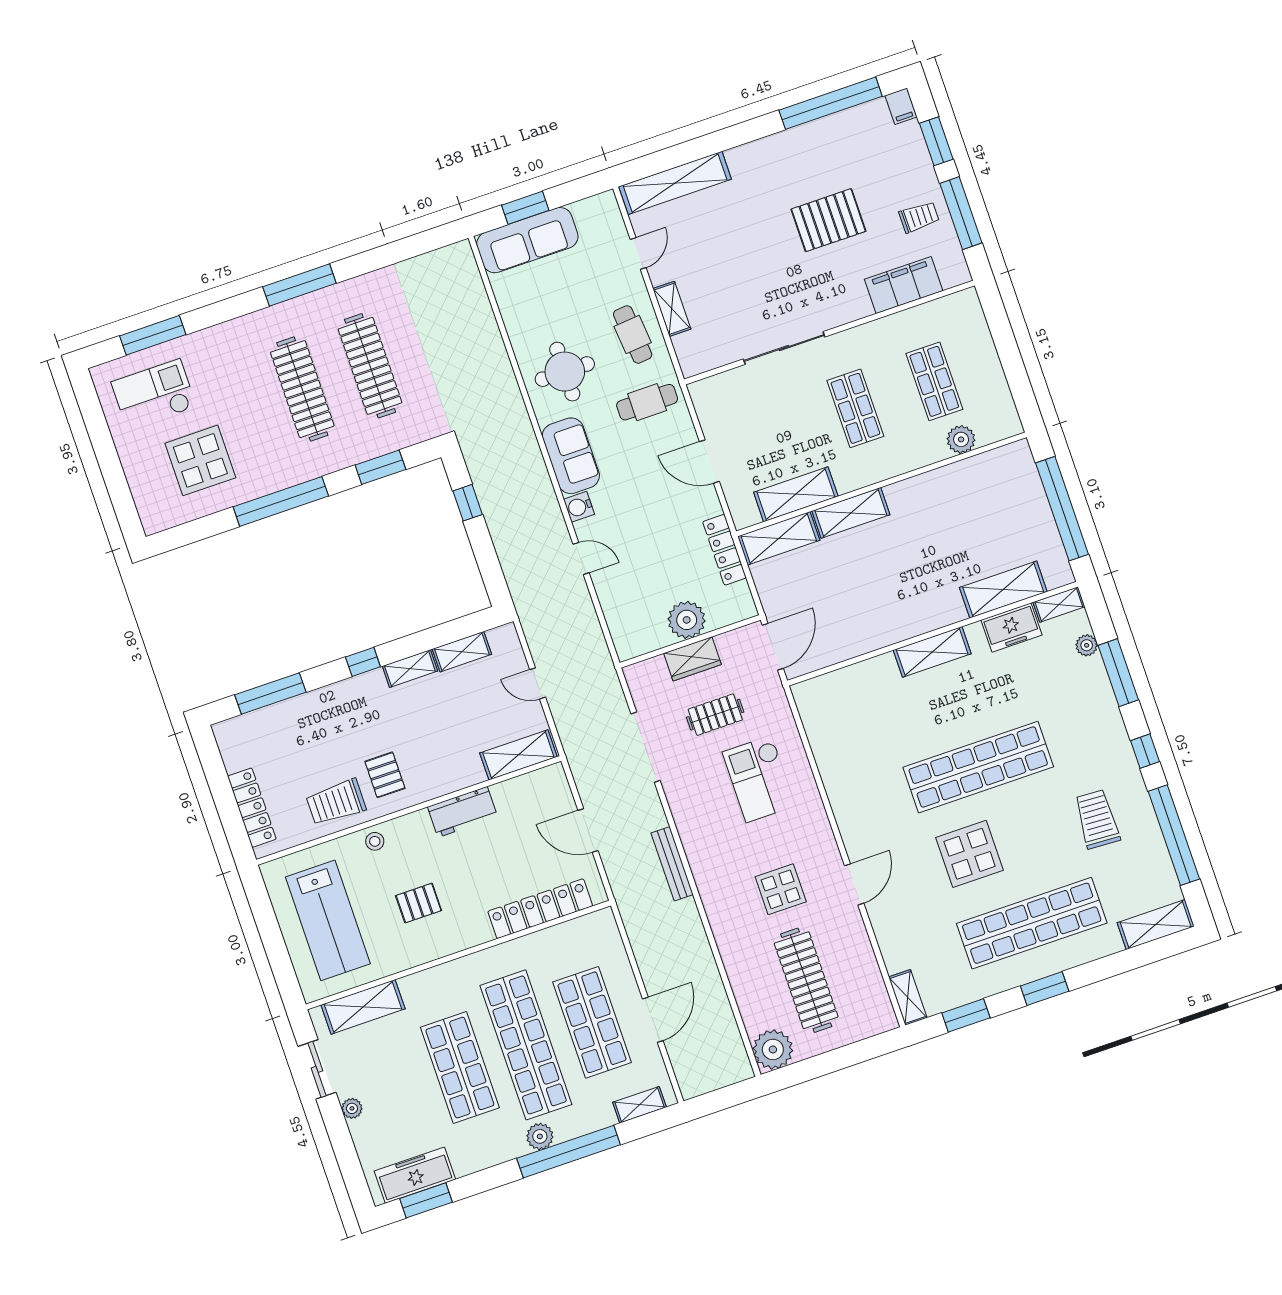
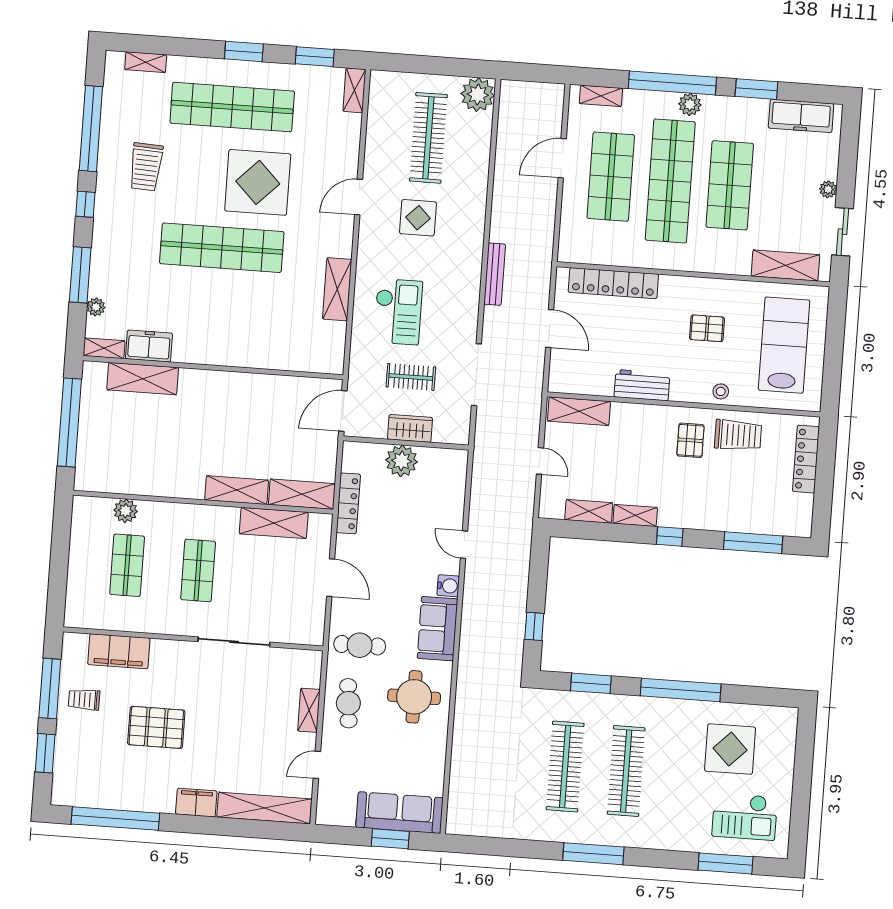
filing cabinet: (901, 106) -> (196, 803), moved, width x2.00
shelving: (932, 652) -> (337, 289), moved, turned 90
display table: (970, 854) -> (258, 182), width x1.36, depth x1.36
shelving: (1156, 925) -> (146, 62), width x0.67, depth x0.75
window: (426, 1200) -> (756, 89), moved

